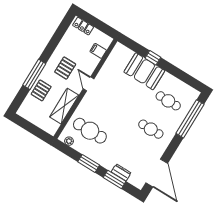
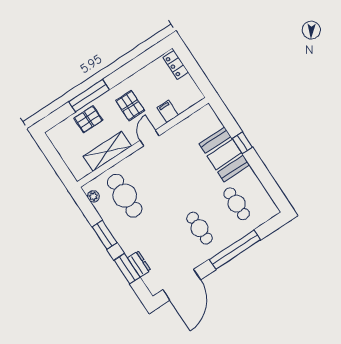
filing cabinet: (98, 51) -> (168, 111), moved
pallet: (65, 68) -> (130, 106), turned 90
window: (190, 119) -> (235, 250), moved

